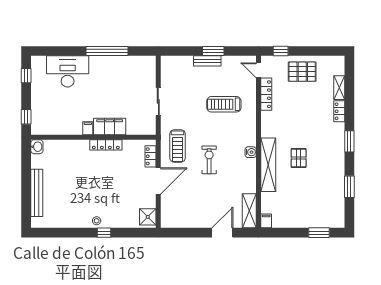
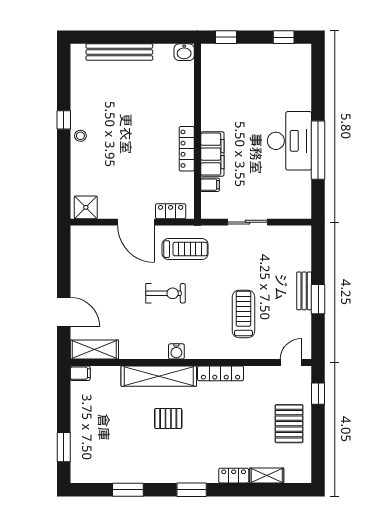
desk: (68, 71) -> (289, 141), moved
locker: (266, 94) -> (221, 373), moved
filing cabinet: (88, 128) -> (210, 185), moved
treadmill: (178, 146) -> (185, 249), turned 180
window: (104, 233) -> (64, 120), moved

